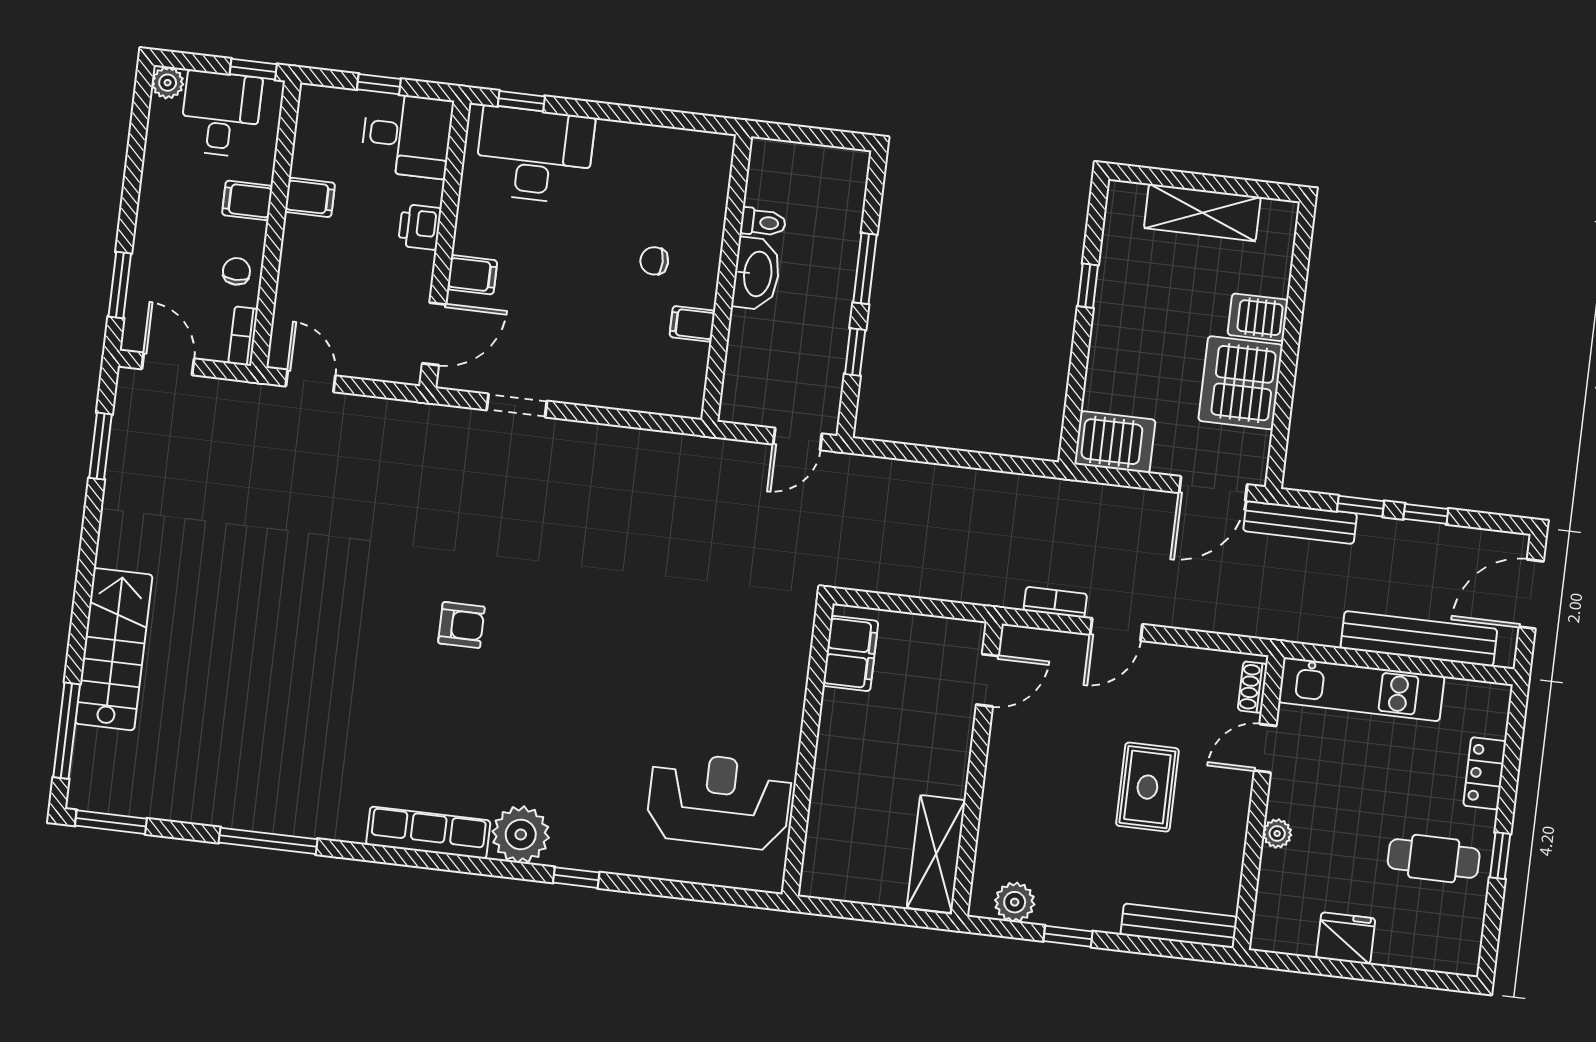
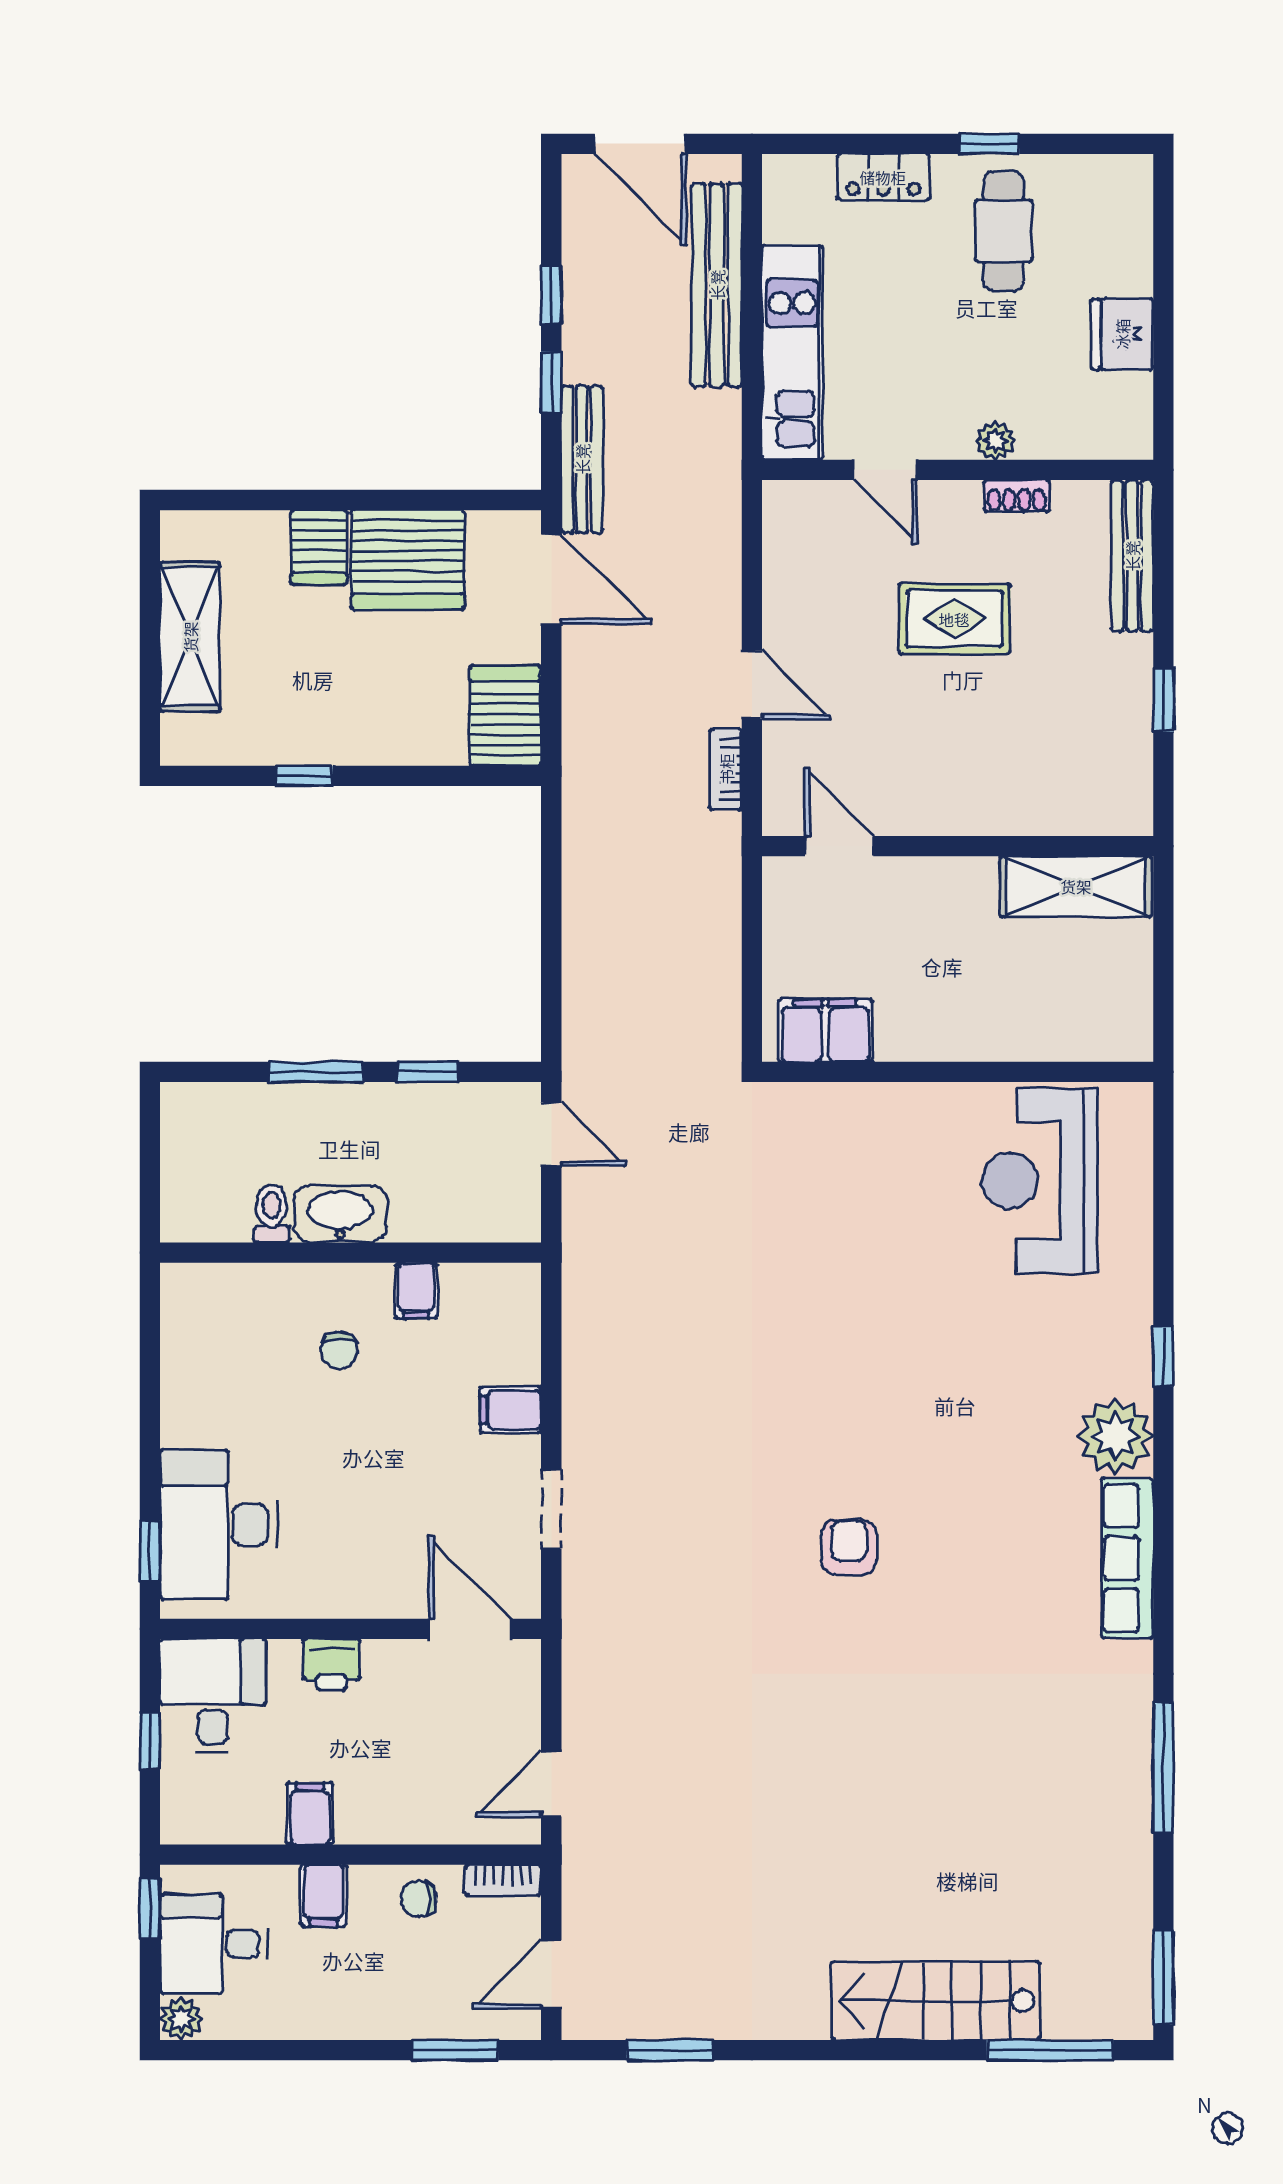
filing cabinet: (472, 275) -> (510, 1410), moved, turned -90
shoe rack: (1253, 687) -> (1017, 496), moved
plant: (1015, 902) -> (1127, 775), removed

